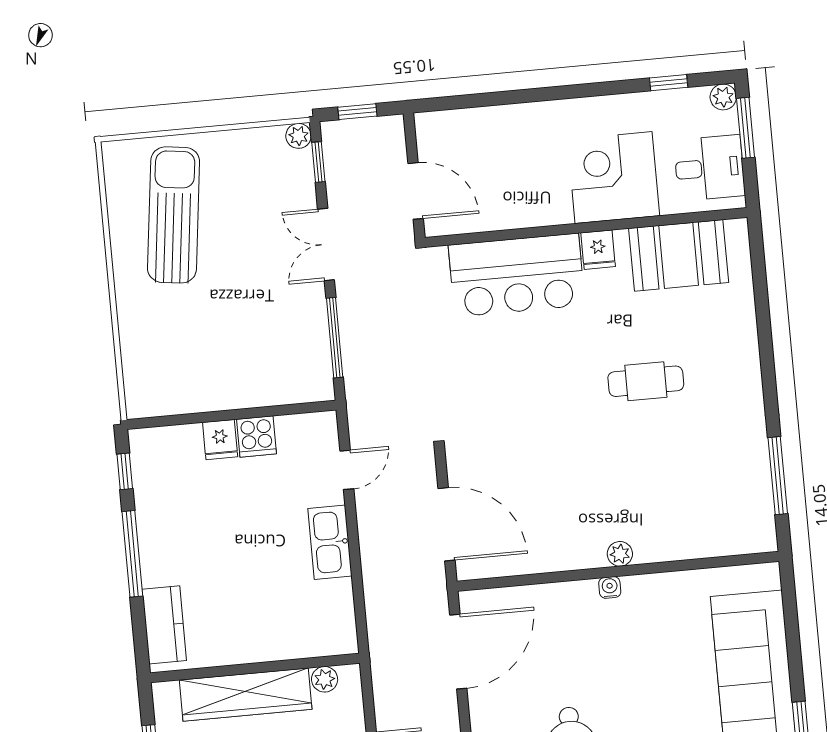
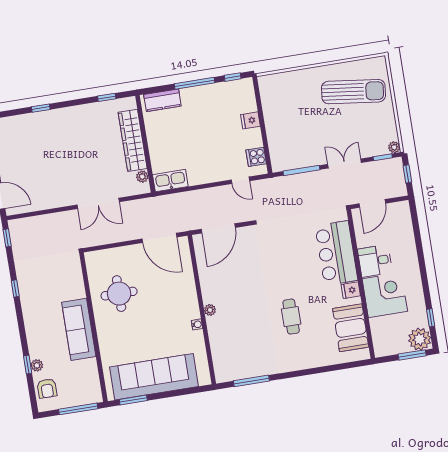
plant: (723, 97) -> (420, 339), width x1.88, depth x1.88
desk: (709, 168) -> (375, 261), moved, turned 90
cooker: (257, 437) -> (256, 157), moved
kitchen sink: (330, 542) -> (170, 181), moved
water cooler: (610, 587) -> (197, 324), moved

